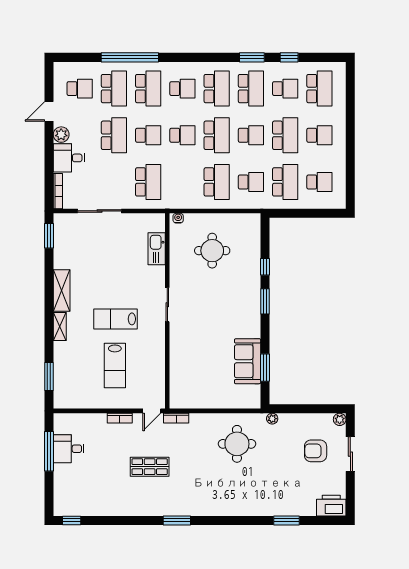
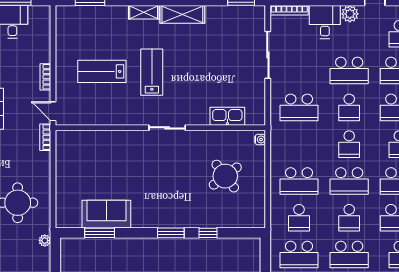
round table: (212, 251) -> (225, 176), turned -37

